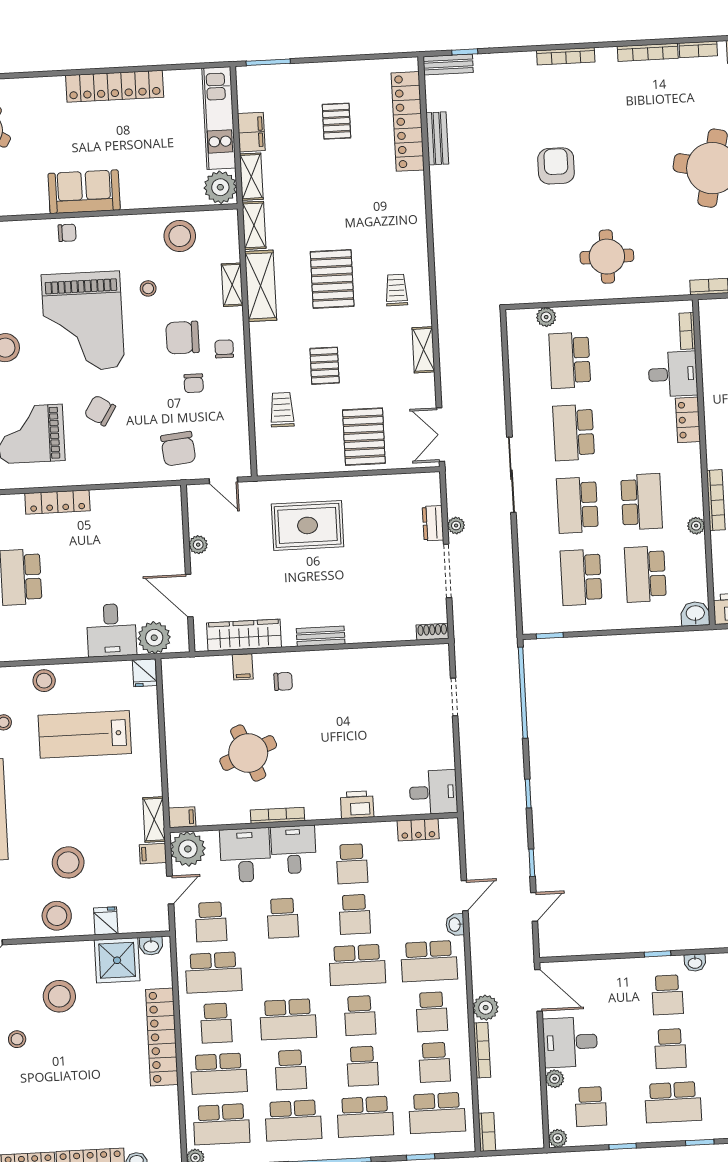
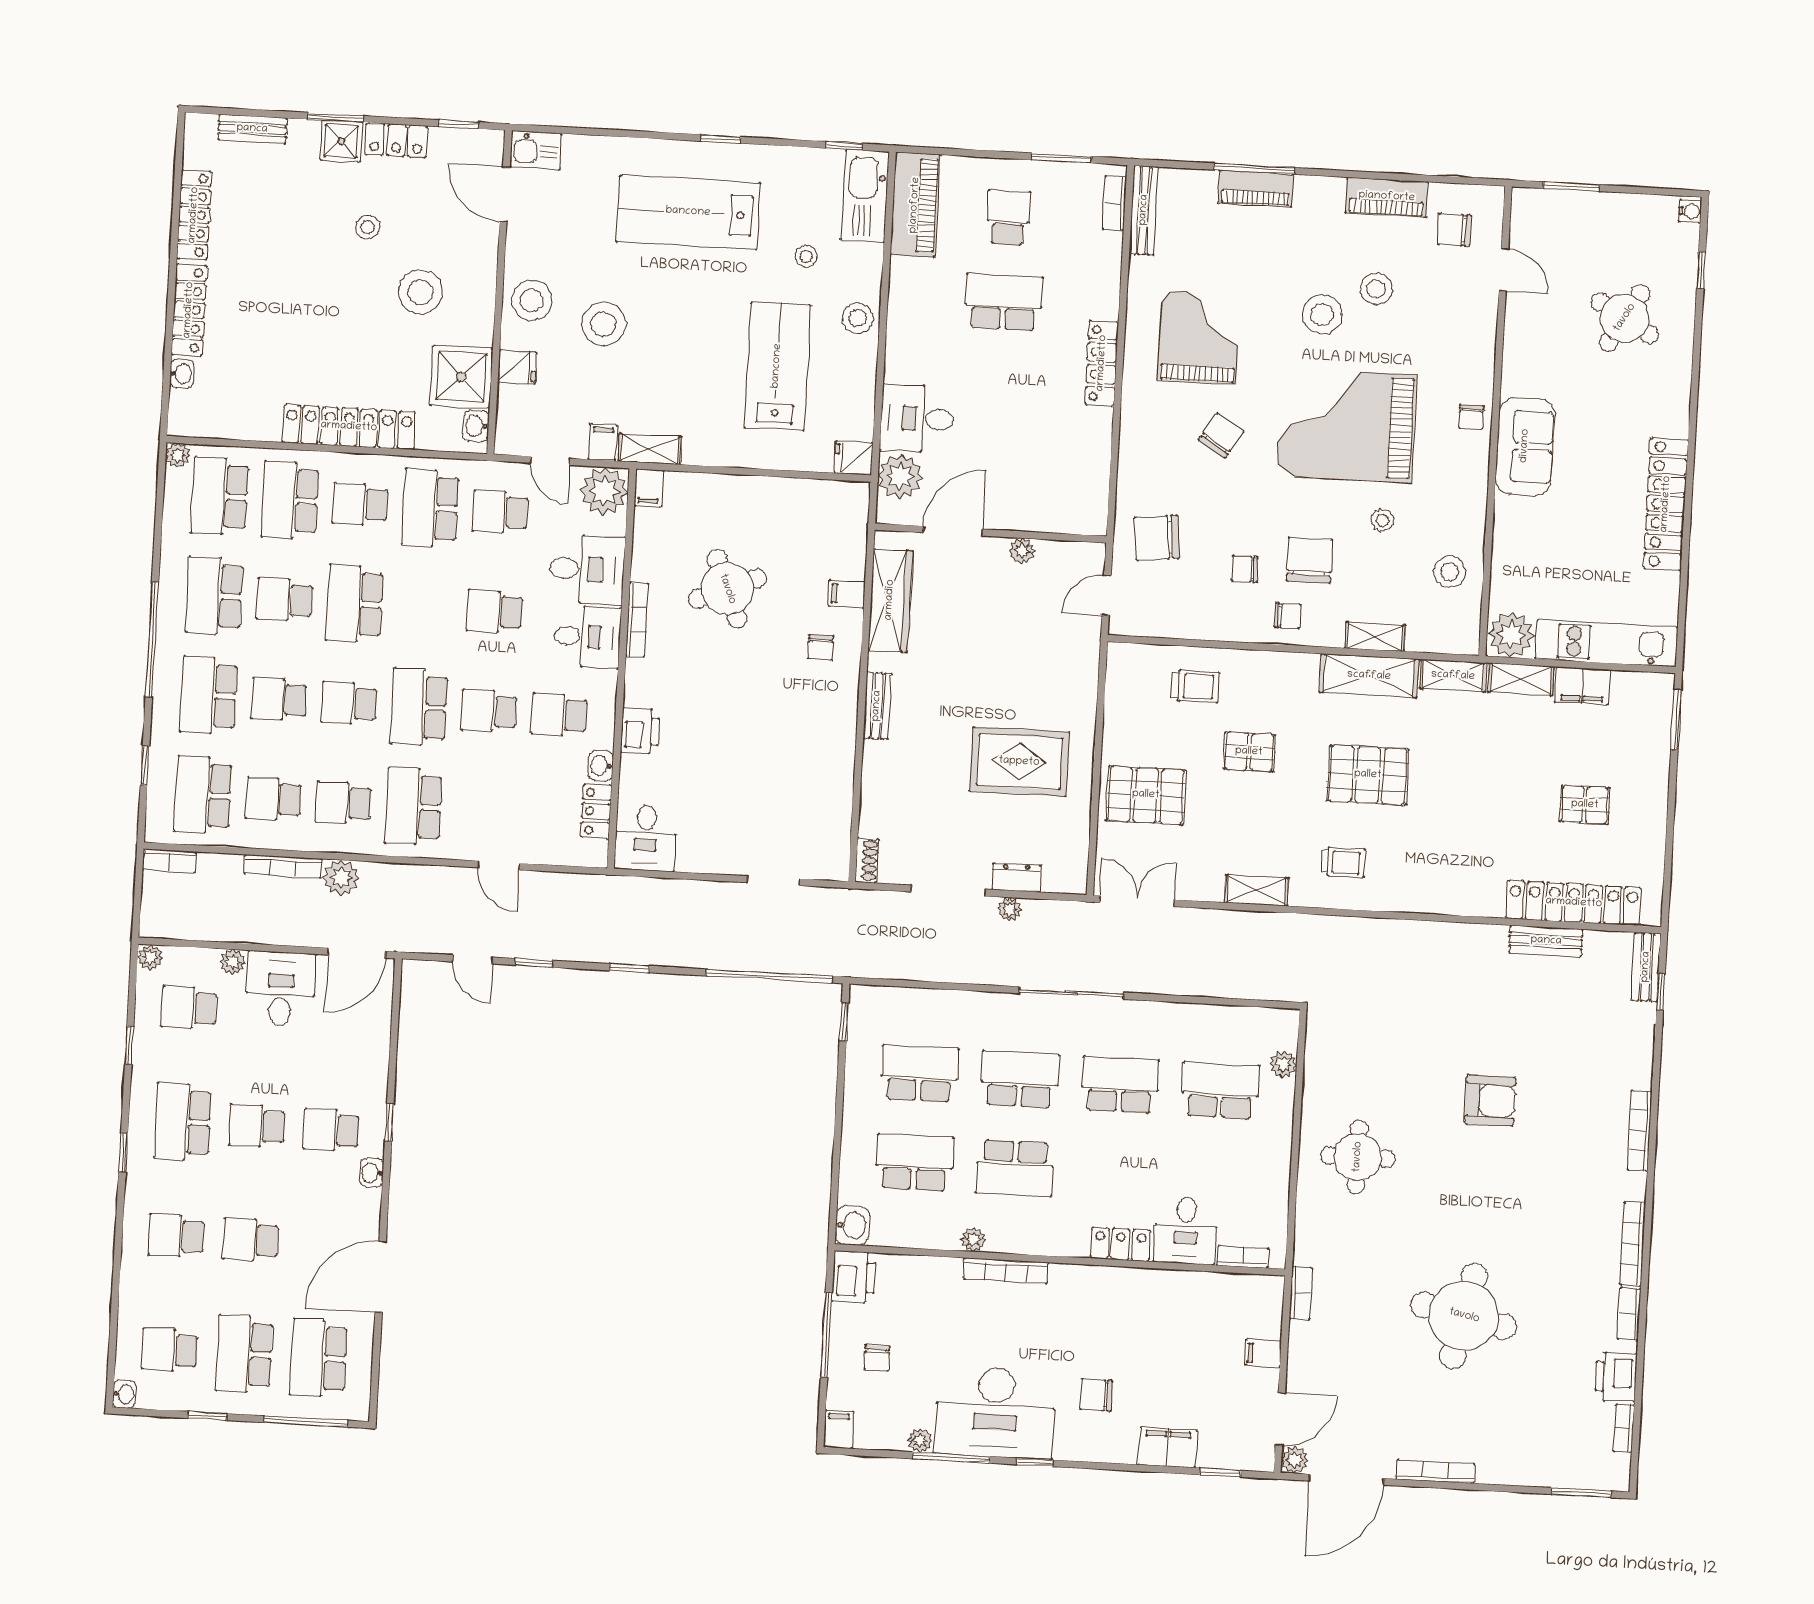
stool: (180, 236) -> (1450, 572), width x0.73, depth x0.73
rug: (308, 525) -> (1019, 762), moved, turned 90
washbasin: (455, 925) -> (601, 766), moved, turned -90

